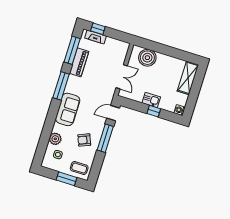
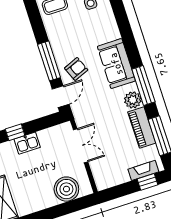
double door: (122, 77) -> (81, 146), swing flipped
plant: (55, 139) -> (133, 100), moved
armchair: (84, 140) -> (76, 69), moved

